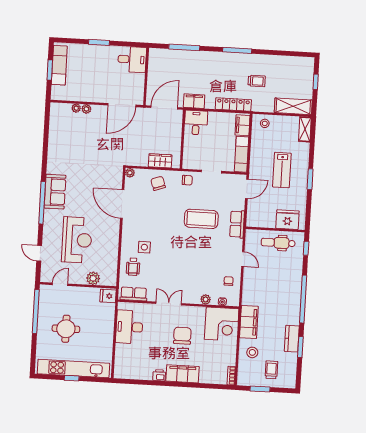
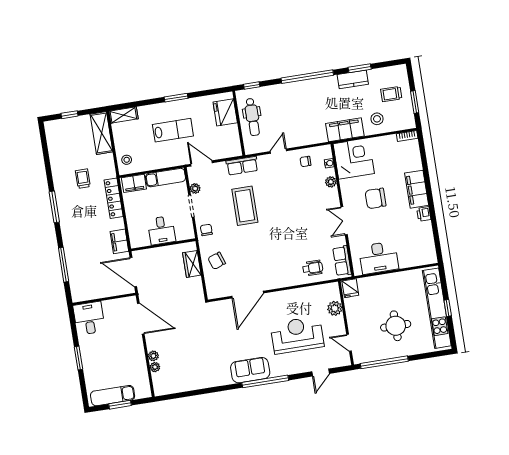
desk: (196, 123) -> (162, 230), moved, turned -90
plant: (130, 173) -> (195, 188), moved
side table: (144, 247) -> (289, 260), removed

